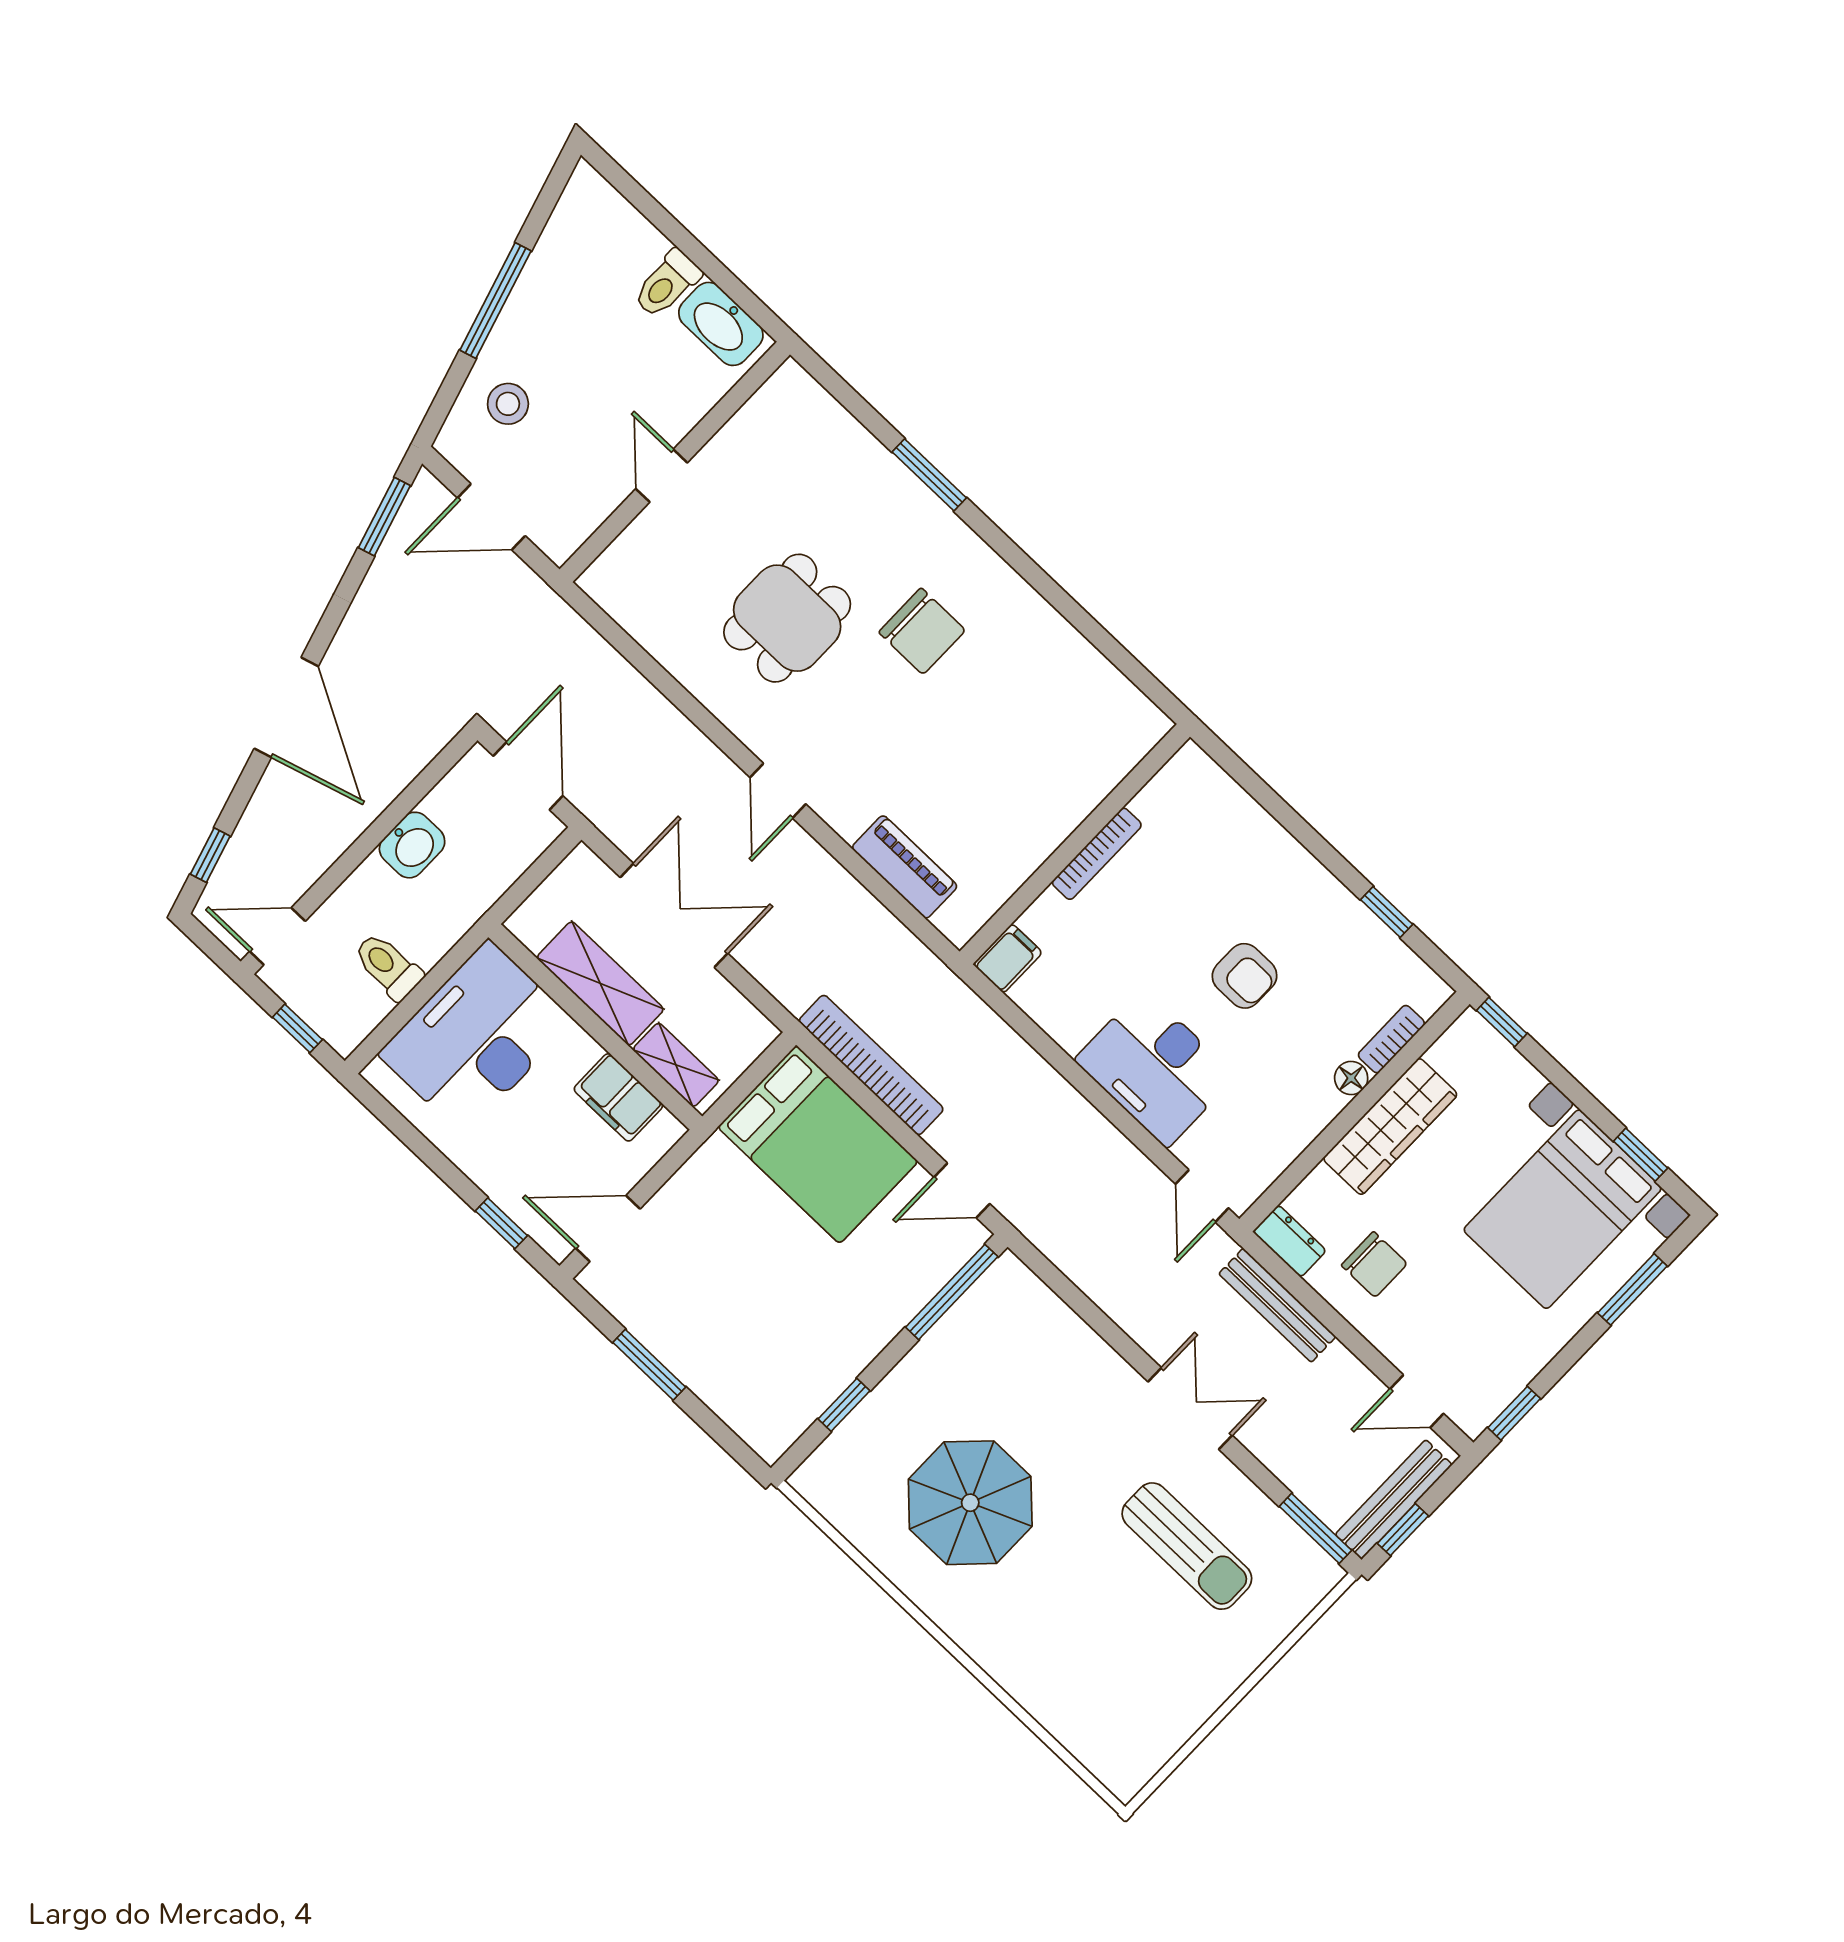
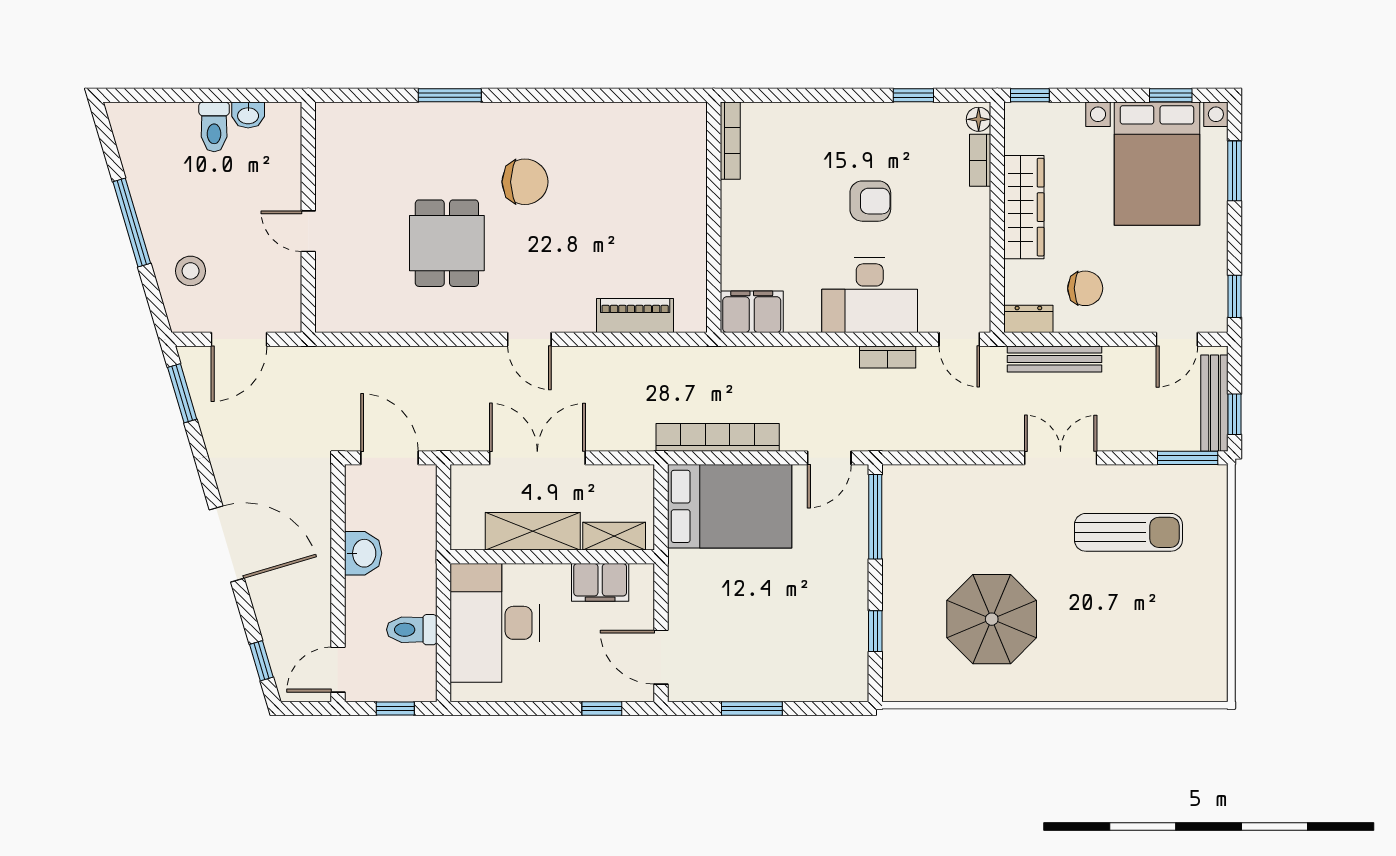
washbasin: (721, 324) -> (248, 115), width x0.52, depth x0.69
bookcase: (1097, 854) -> (730, 141), moved
filing cabinet: (1008, 958) -> (752, 312), width x2.00
floor lamp: (1351, 1078) -> (979, 119), moved
bookcase: (1115, 1146) -> (888, 357), added
door: (608, 1229) -> (661, 657), hinge flipped

